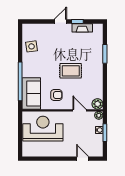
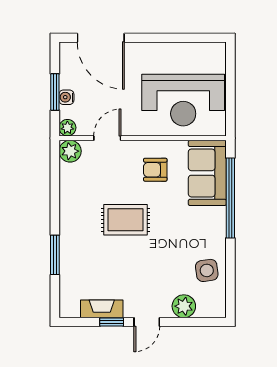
plant: (43, 29) -> (184, 306), added
door: (79, 110) -> (107, 138), swing flipped
door: (83, 159) -> (101, 38), width x1.87

